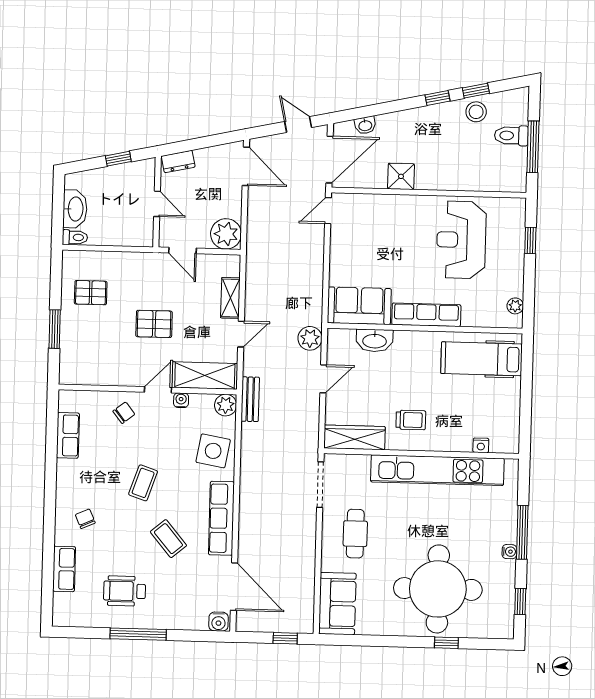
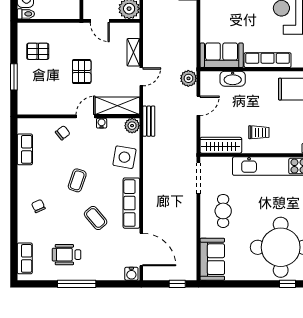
pallet: (154, 324) -> (82, 72), turned 90
row of seats: (64, 569) -> (25, 258), moved

